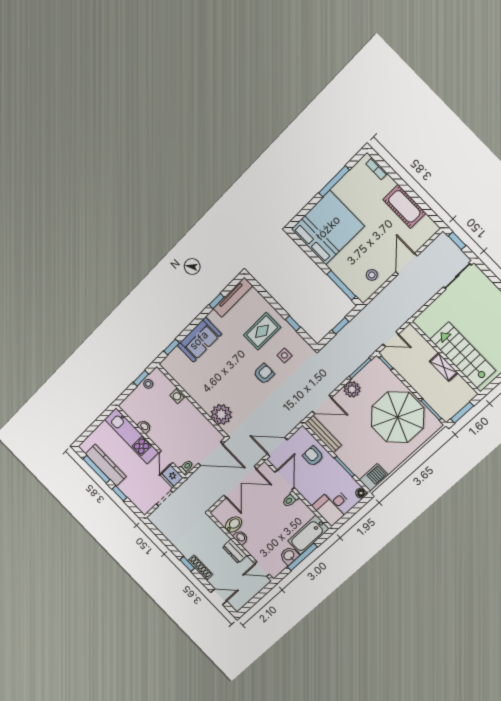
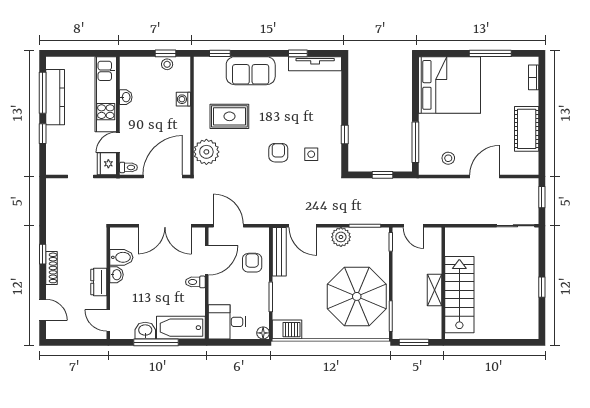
rug: (262, 331) -> (229, 116), moved
armchair: (264, 374) -> (278, 153), turned -90
door: (210, 454) -> (163, 176), swing flipped

